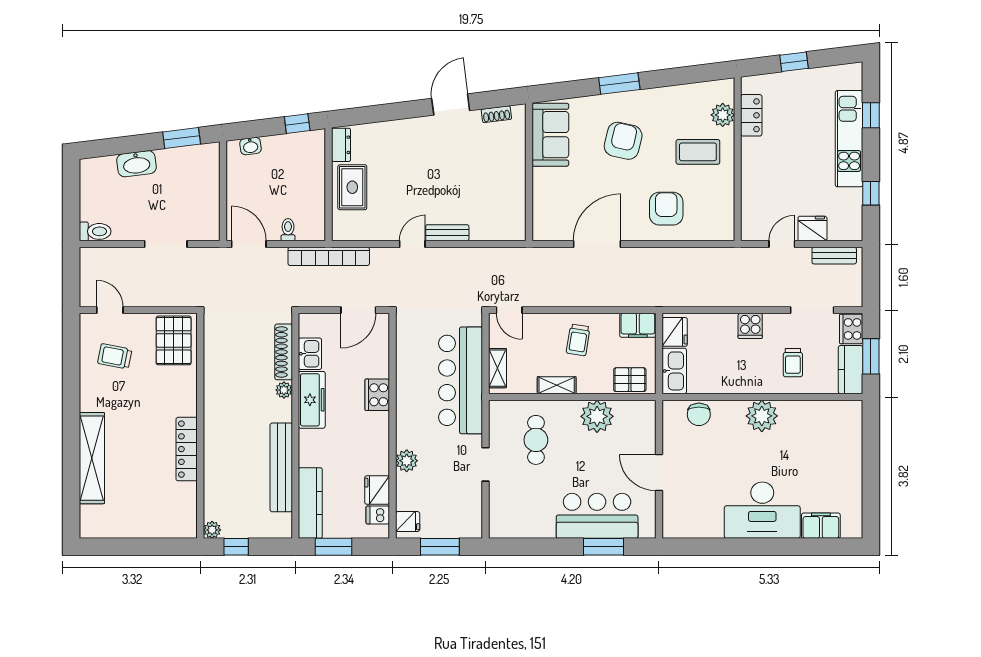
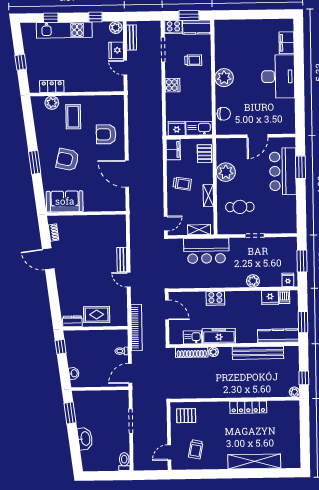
plant: (852, 228) -> (116, 28), added
pallet: (174, 340) -> (186, 416), width x0.67, depth x0.71
bar counter: (461, 380) -> (206, 251), width x0.73

